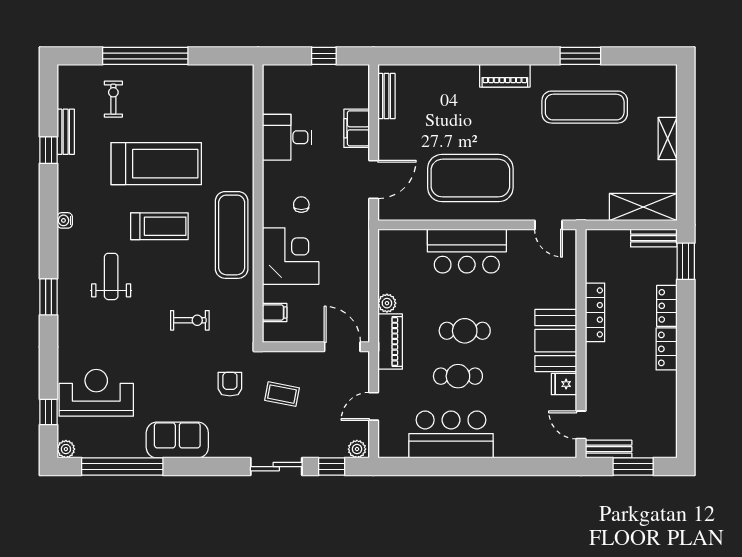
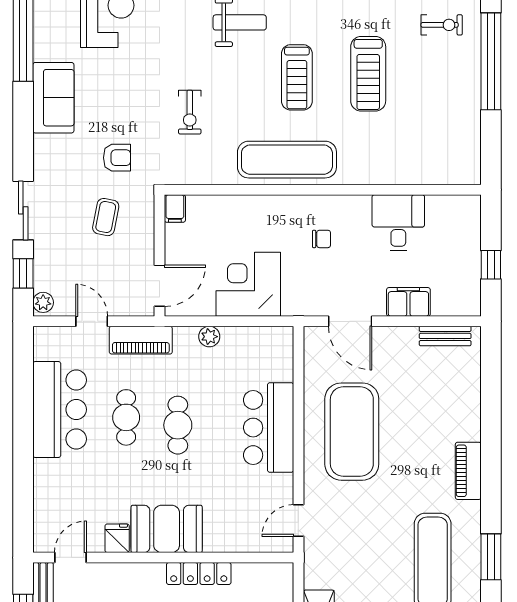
treadmill: (156, 164) -> (368, 74), width x0.73, depth x0.73
corner desk: (291, 256) -> (248, 284), moved, turned 180
filing cabinet: (275, 313) -> (175, 209), moved
piano: (390, 342) -> (141, 340), moved

